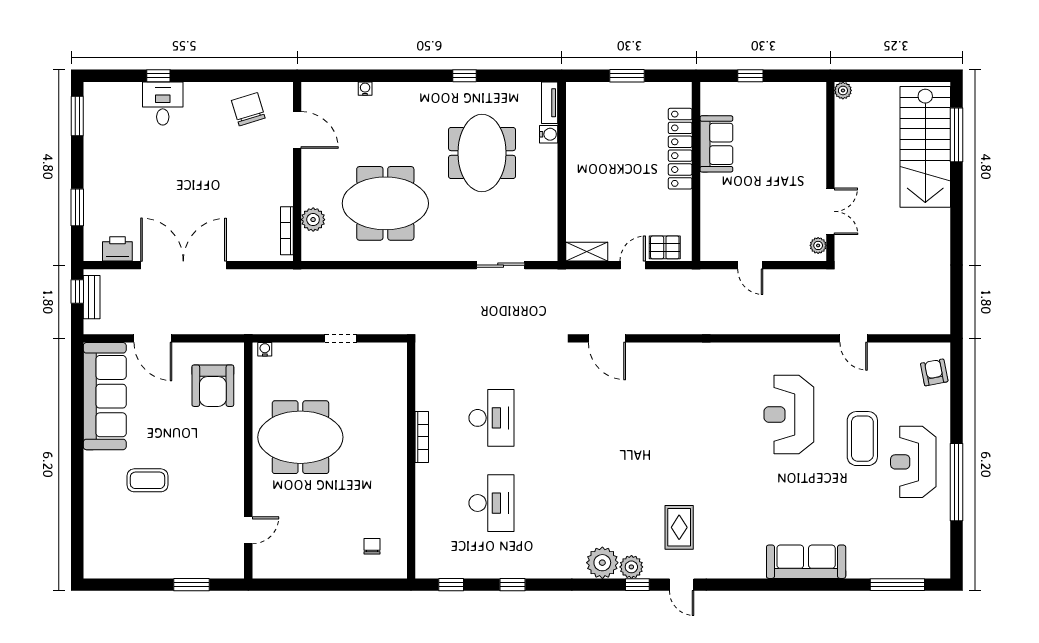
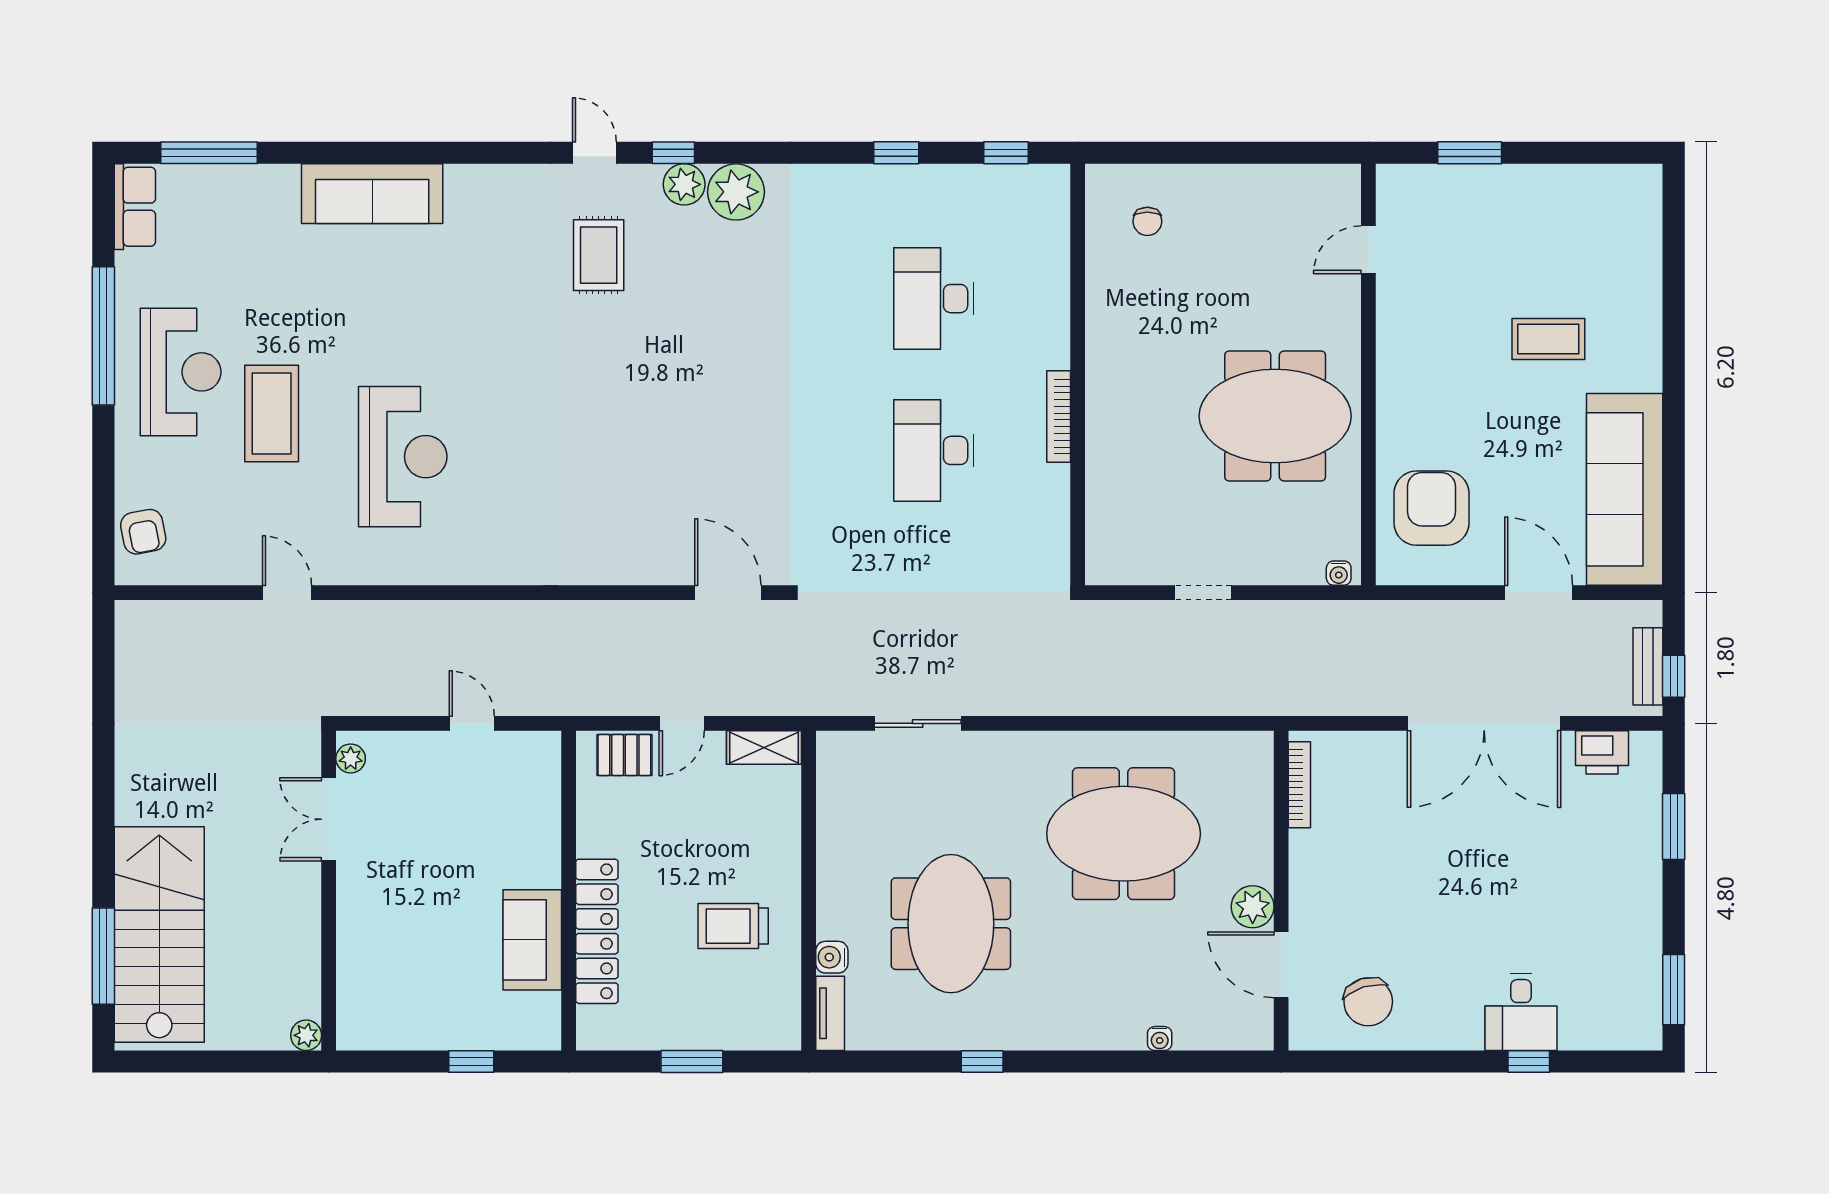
trolley: (604, 152) -> (733, 926), added
plant: (313, 220) -> (1253, 907), moved
row of seats: (939, 554) -> (135, 207), added

